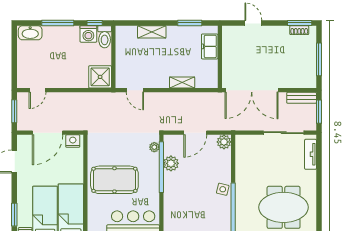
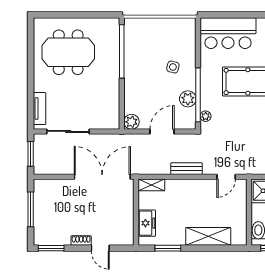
shoe rack: (299, 30) -> (81, 240), moved
shelving: (152, 32) -> (208, 236), width x1.50, depth x1.33
shelving: (182, 83) -> (151, 185), moved
door: (135, 90) -> (226, 177), swing flipped
bench: (302, 98) -> (187, 169), moved
side table: (223, 189) -> (173, 67), moved

